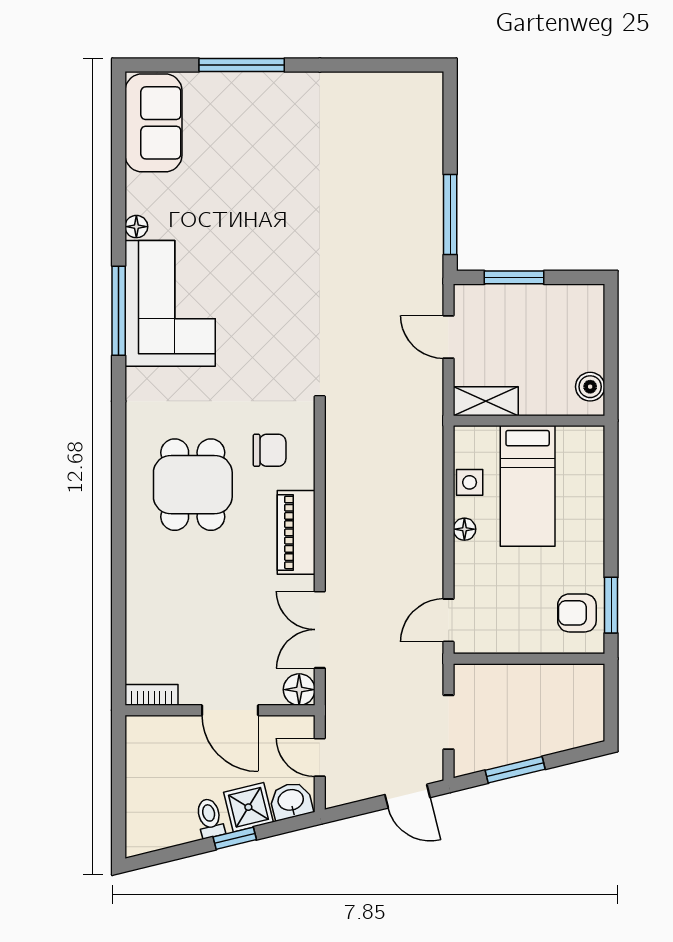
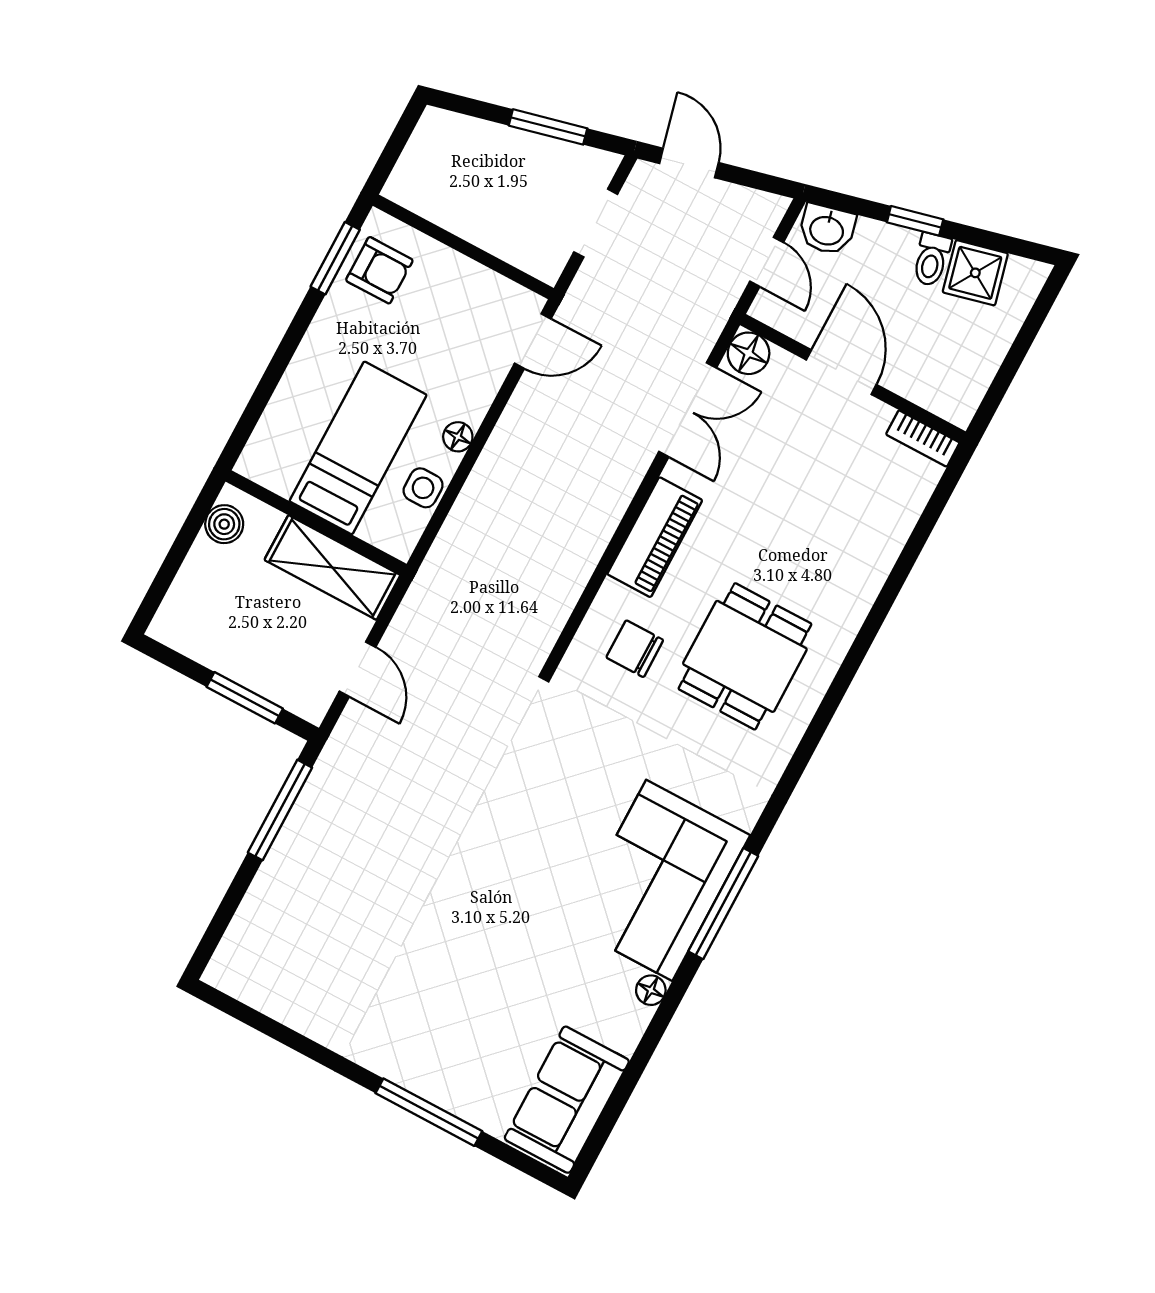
shelving: (486, 401) -> (332, 568), width x1.50, depth x1.33
shower: (248, 807) -> (975, 273), moved

